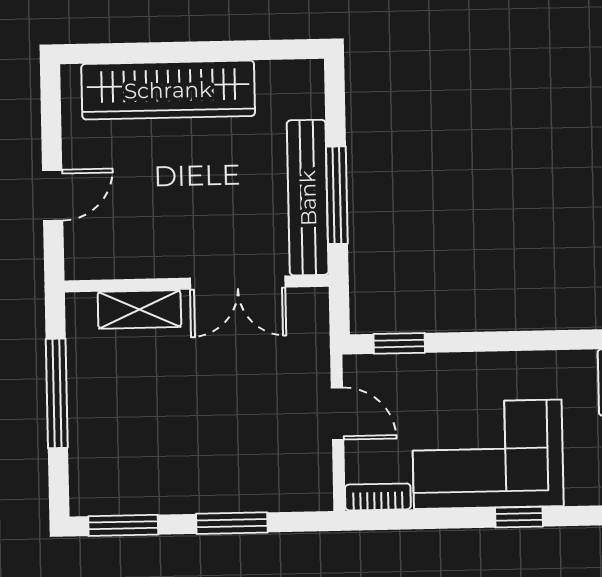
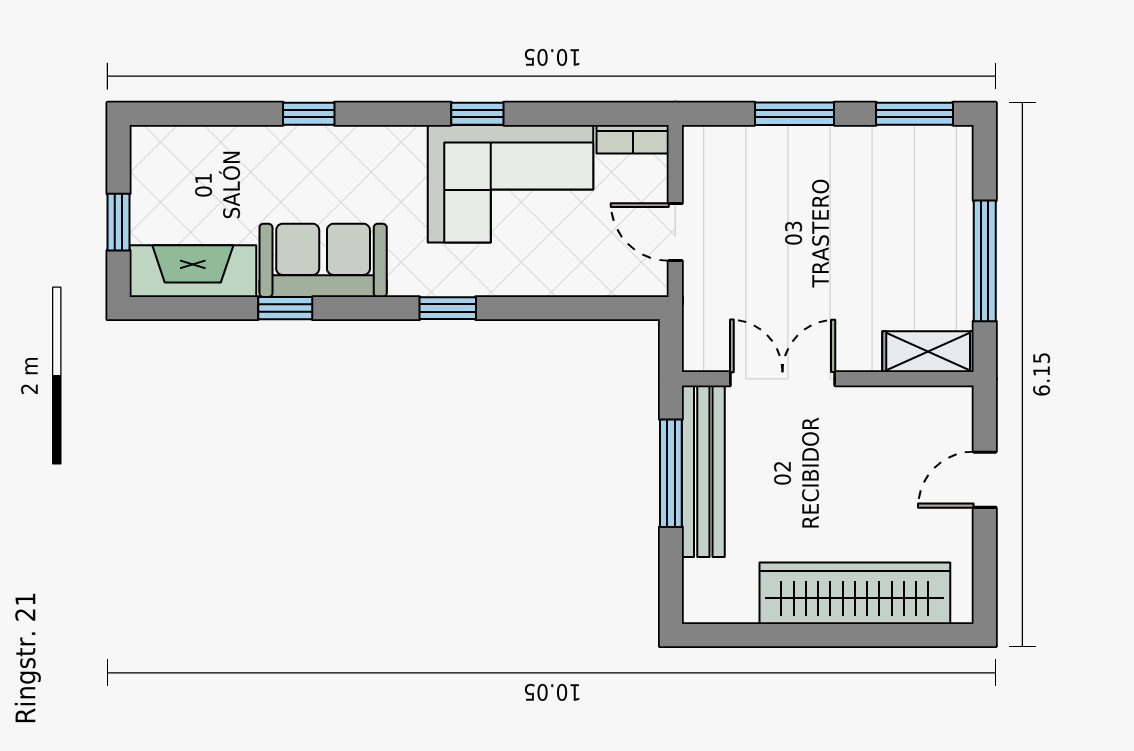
shelving: (139, 309) -> (928, 352), moved
window: (399, 343) -> (448, 308), moved

